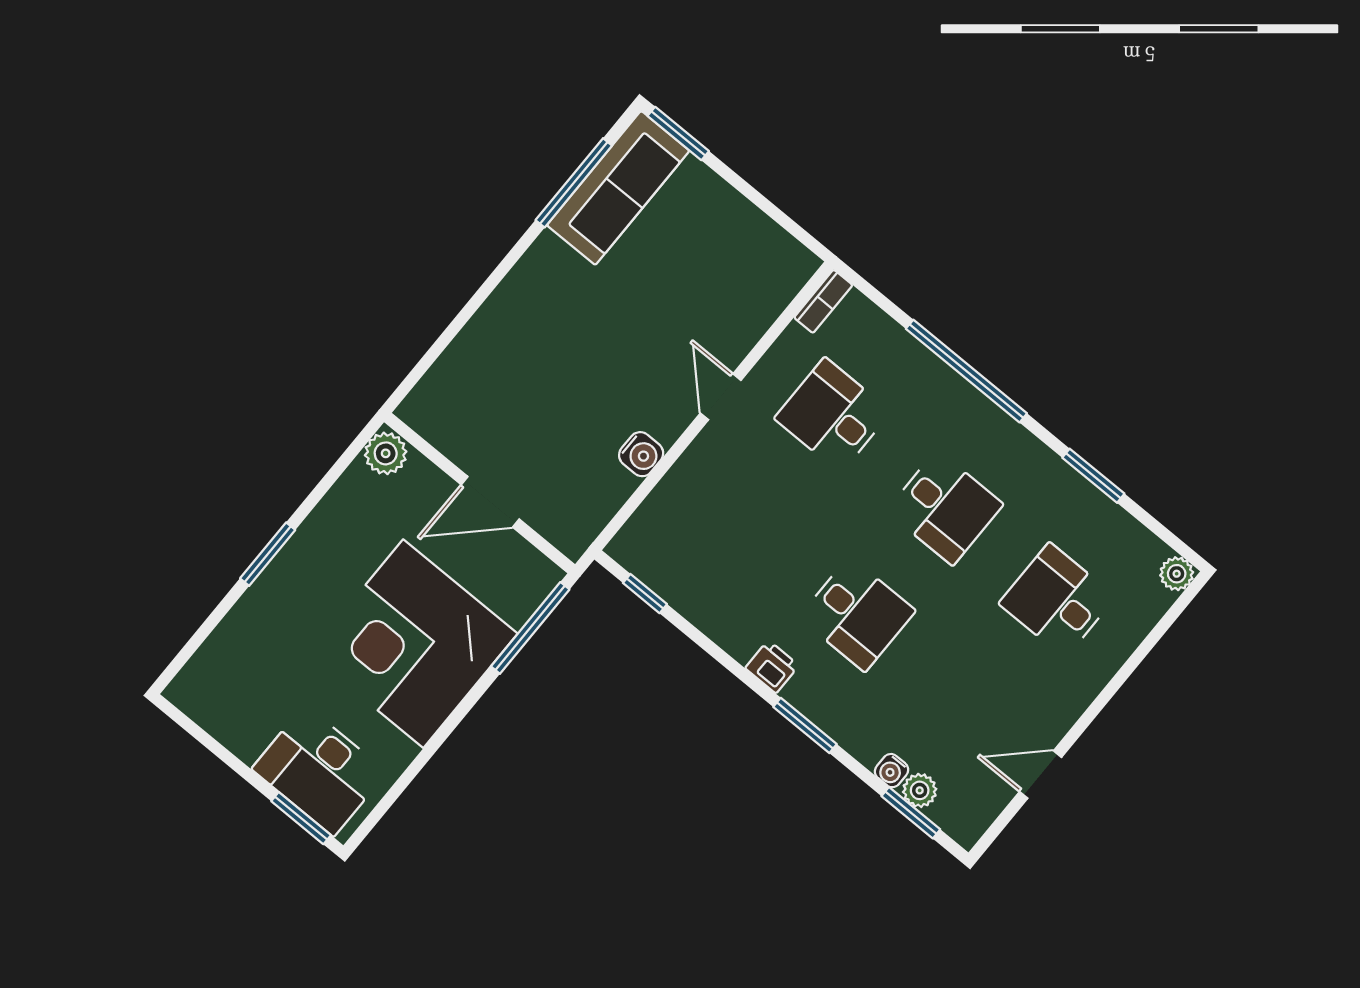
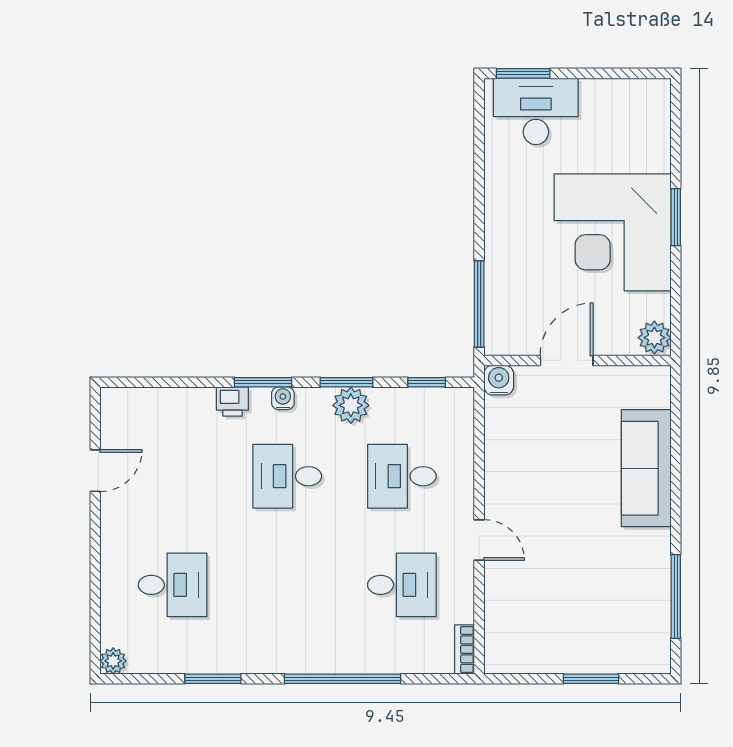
window: (678, 133) -> (591, 679), moved
sofa: (618, 188) -> (646, 468), moved
water cooler: (641, 454) -> (499, 380), moved, turned 90
desk: (945, 508) -> (402, 476), moved
corner desk: (413, 644) -> (613, 232), moved, turned 180
printer: (772, 667) -> (232, 402), moved
water cooler: (892, 771) -> (283, 398), moved
plant: (920, 790) -> (351, 405), moved, width x1.38, depth x1.38
window: (911, 813) -> (346, 382), moved

